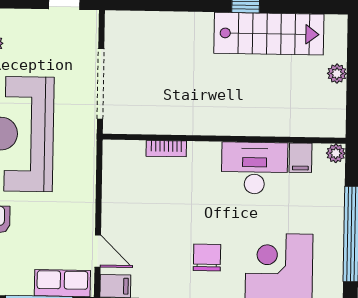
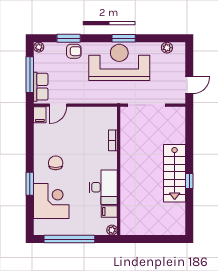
stairs: (269, 34) -> (175, 173), moved
plant: (337, 74) -> (154, 230), removed
chair: (207, 258) -> (56, 163), turned -90

